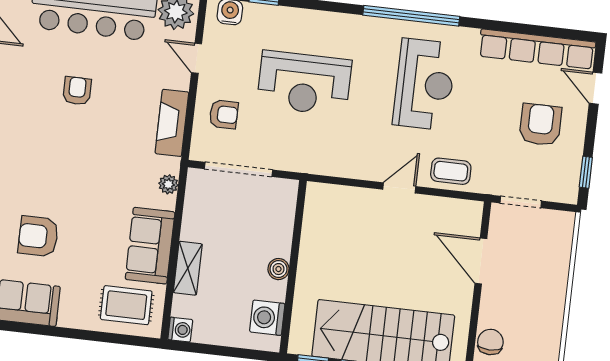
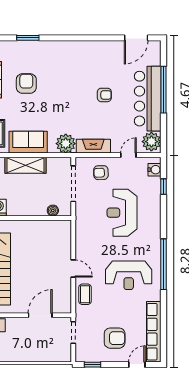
armchair: (224, 114) -> (101, 173), turned 88
plant: (168, 184) -> (66, 144), width x1.88, depth x1.88
shelving: (188, 268) -> (25, 165), width x1.50, depth x1.33
boiler: (278, 269) -> (53, 210), moved

